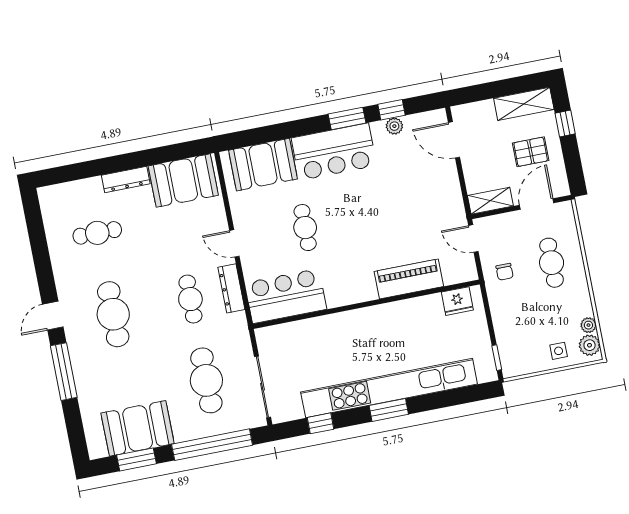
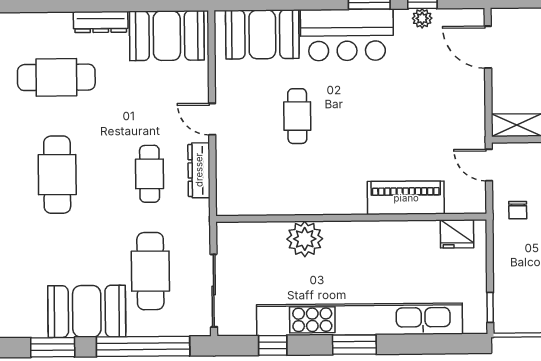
cafe table: (97, 233) -> (56, 77), width x1.37, depth x1.35
bar counter: (286, 296) -> (260, 191), removed
plant: (331, 329) -> (305, 239), added
booth: (138, 428) -> (87, 311), moved

